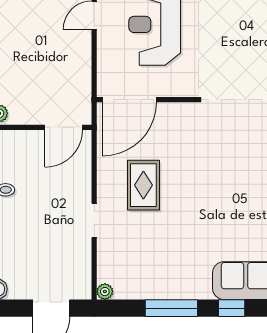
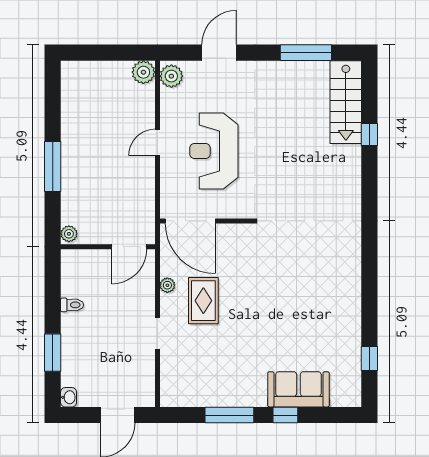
door: (129, 100) -> (190, 221), hinge flipped
plant: (105, 292) -> (167, 285), moved

